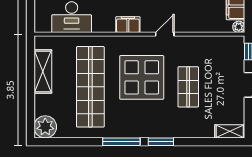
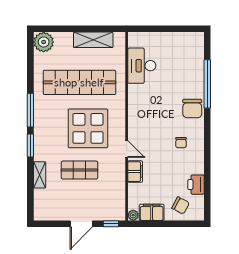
filing cabinet: (128, 25) -> (135, 172), moved
shelving: (230, 131) -> (40, 175), moved

